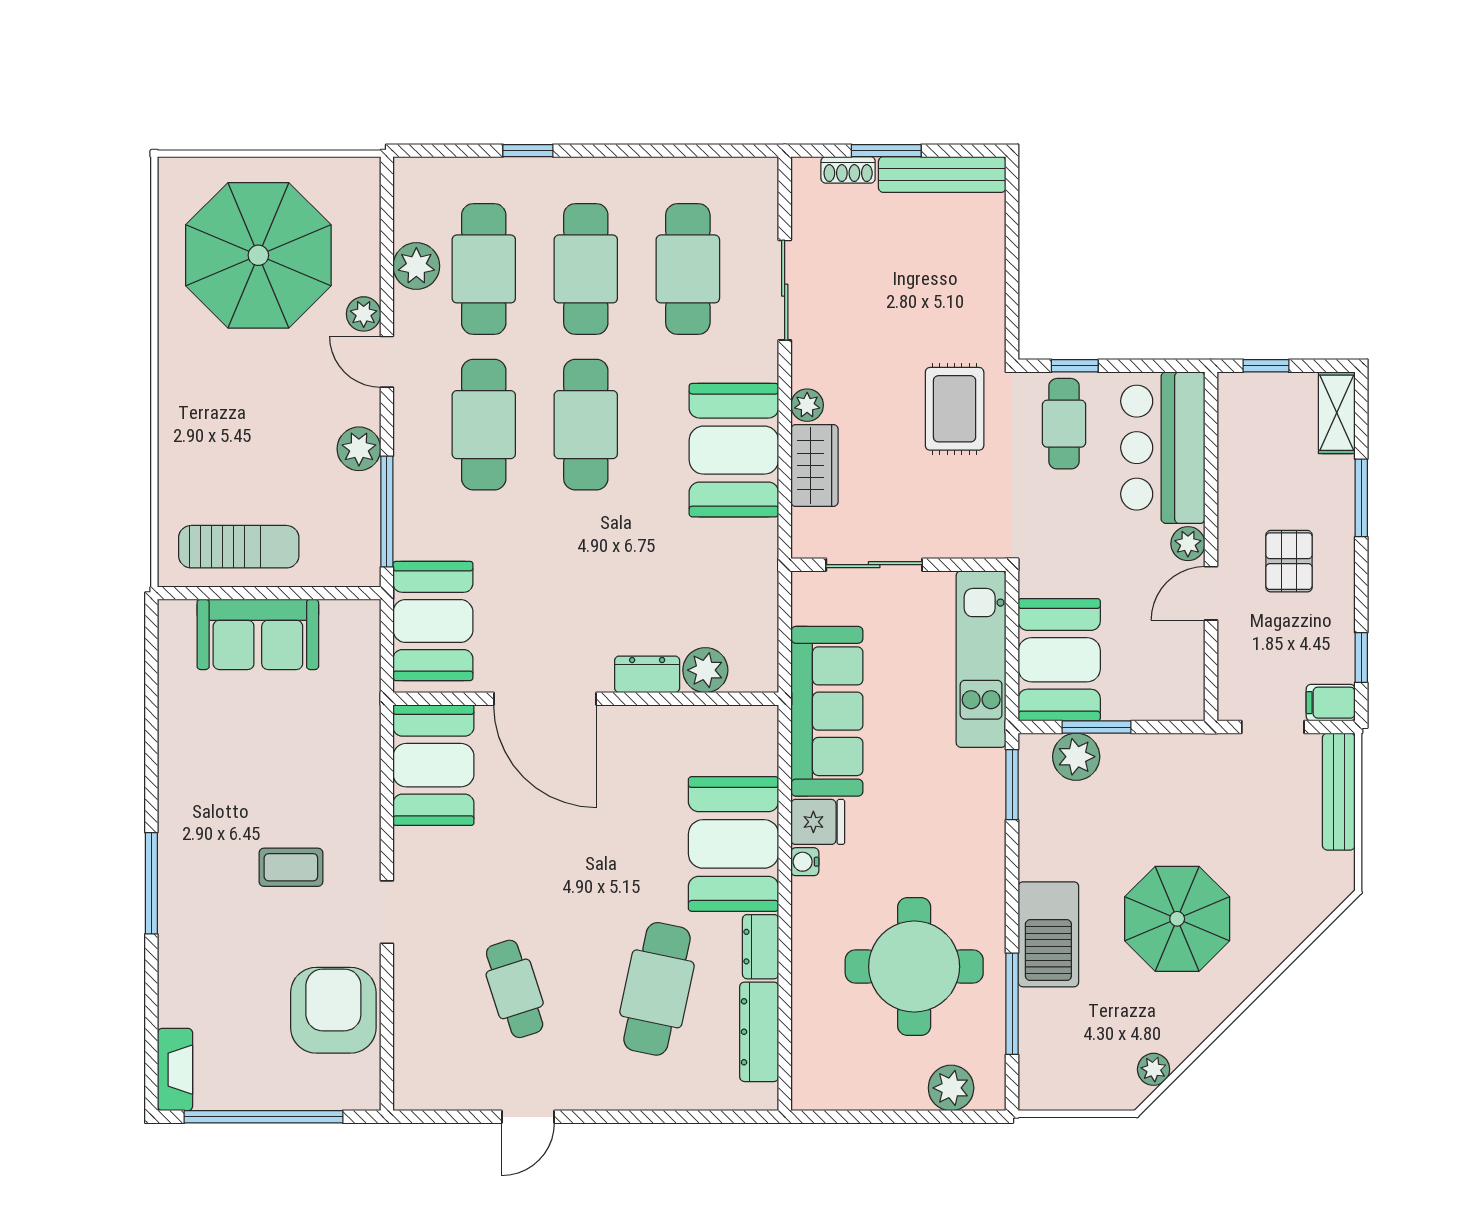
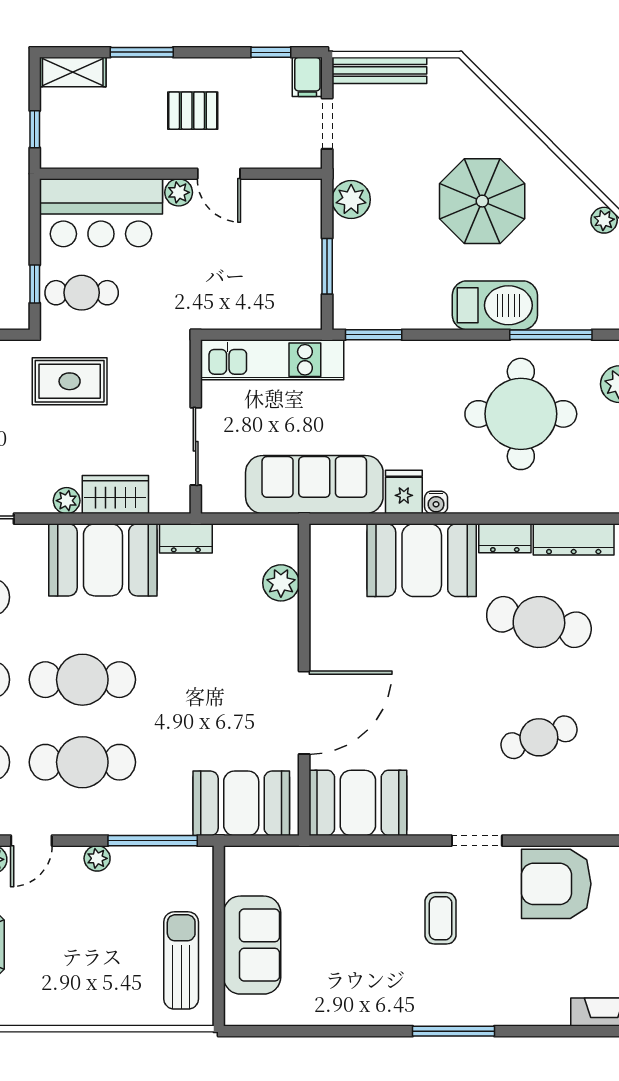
plant: (359, 449) -> (97, 858), width x0.73, depth x0.73
booth: (1059, 660) -> (273, 297), removed
dresser: (647, 674) -> (186, 538), moved, turned -90
plant: (1076, 757) -> (351, 200), moved

